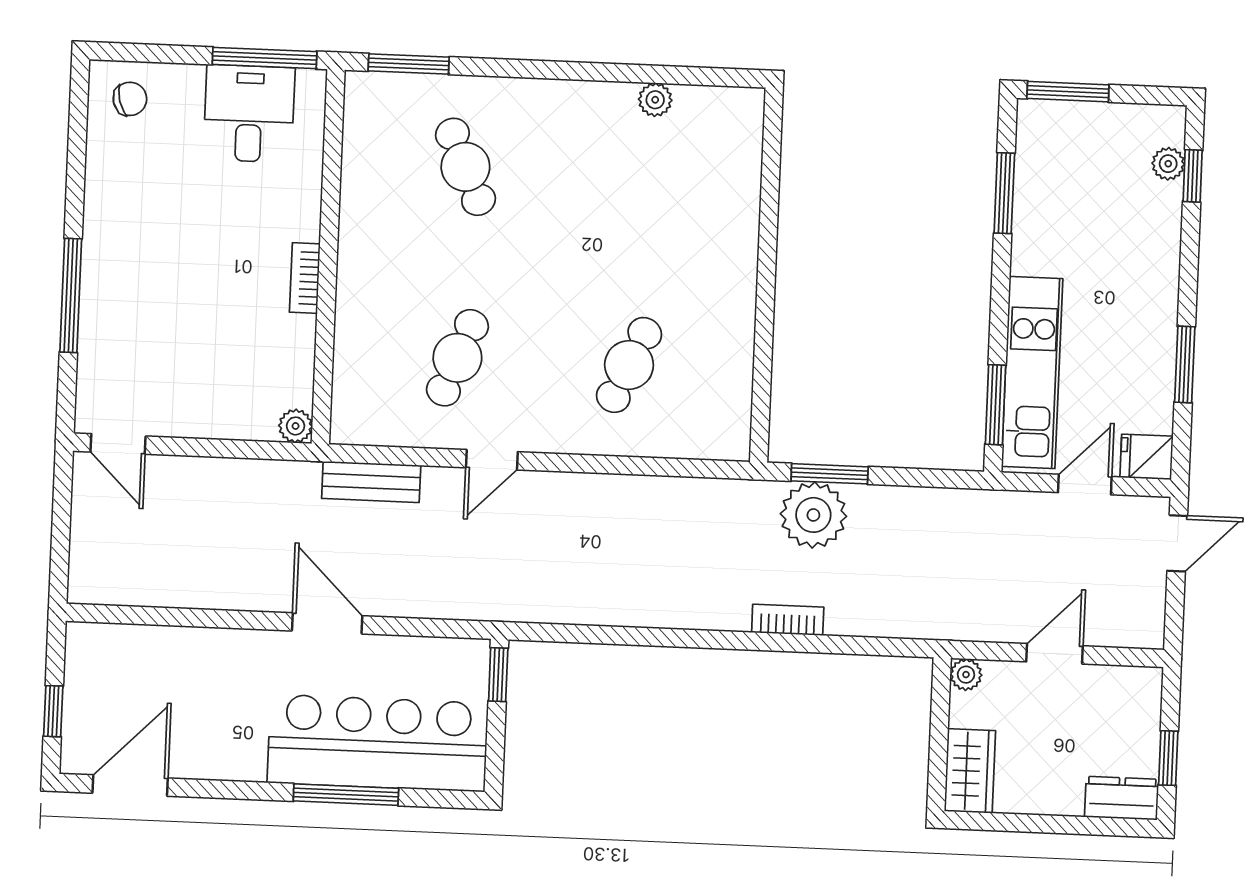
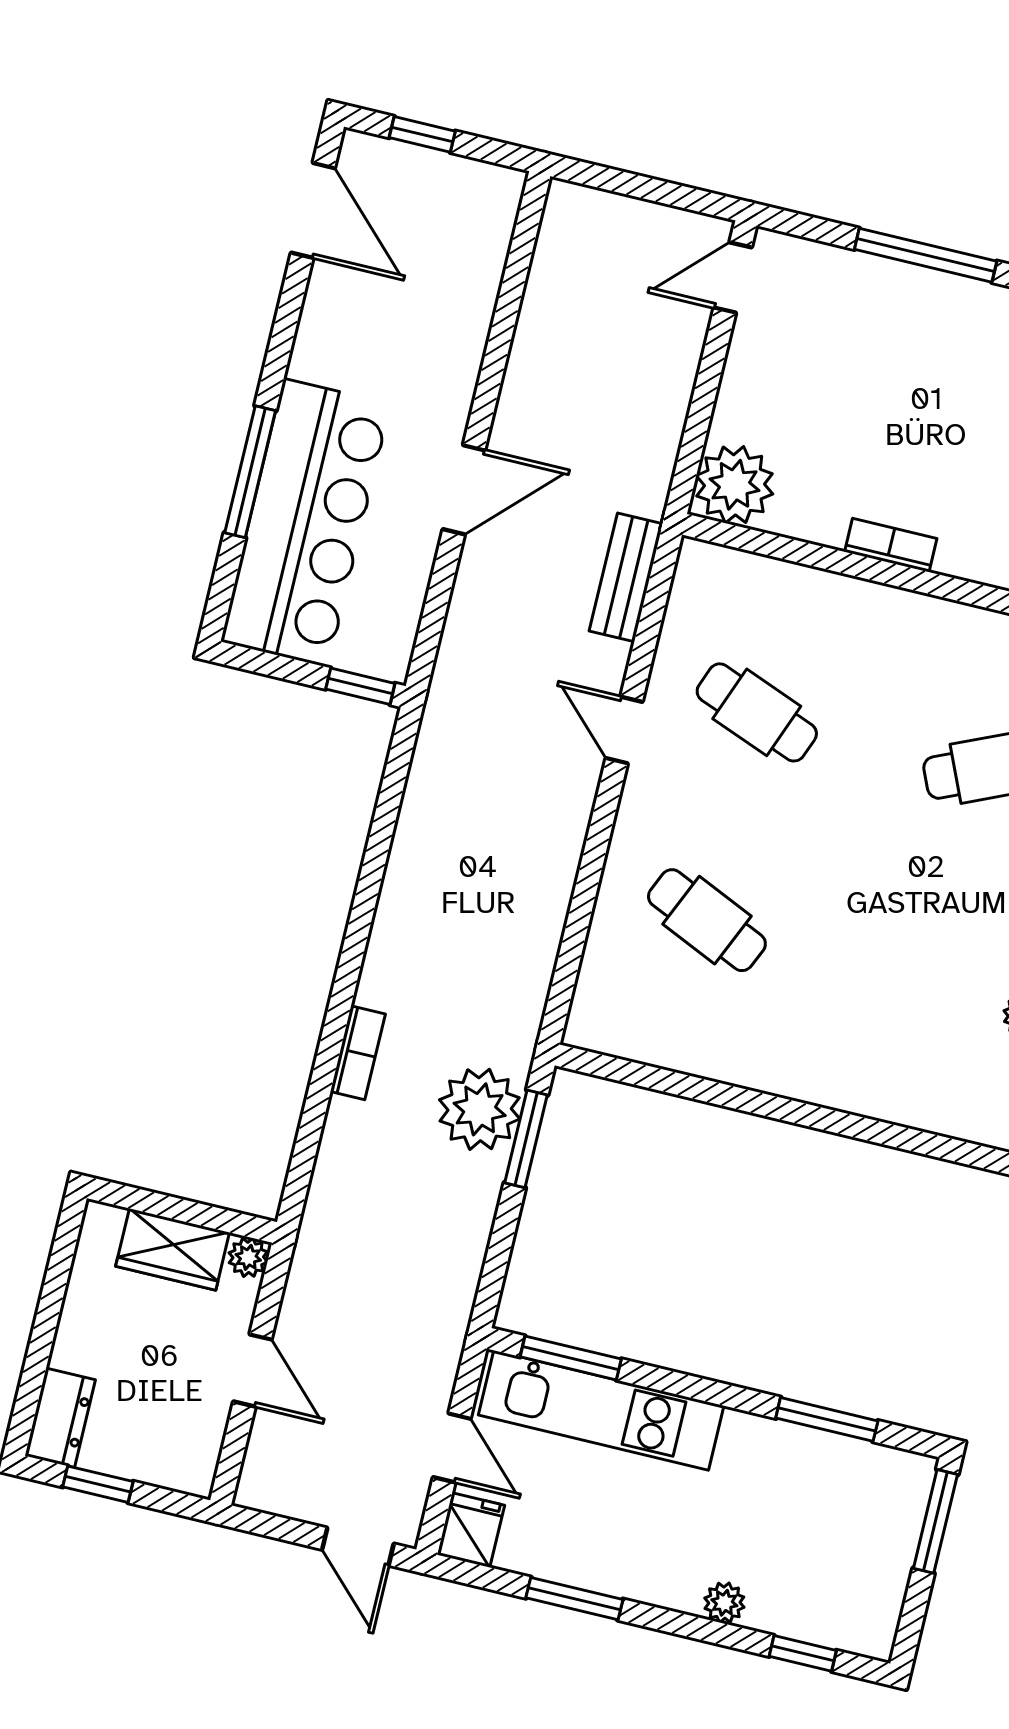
plant: (1168, 164) -> (724, 1603), moved
plant: (296, 426) -> (735, 485), width x1.88, depth x1.88
wardrobe: (970, 771) -> (173, 1249), moved

